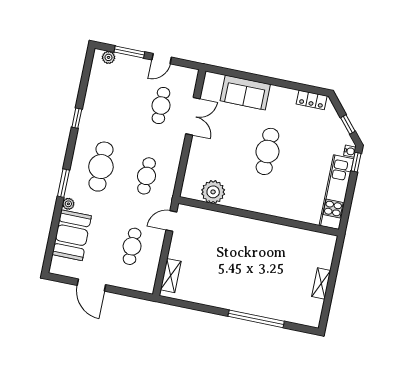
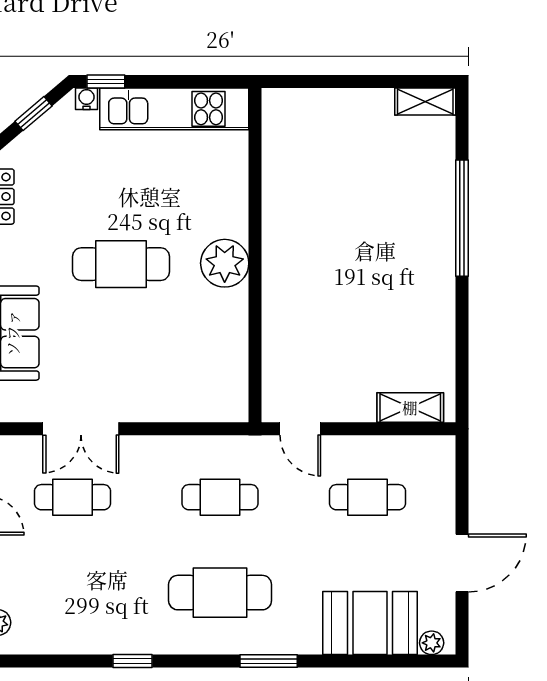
double door: (193, 116) -> (81, 429), swing flipped
plant: (213, 192) -> (225, 263), moved
plant: (68, 204) -> (432, 643), moved
shelving: (321, 284) -> (425, 102), moved

